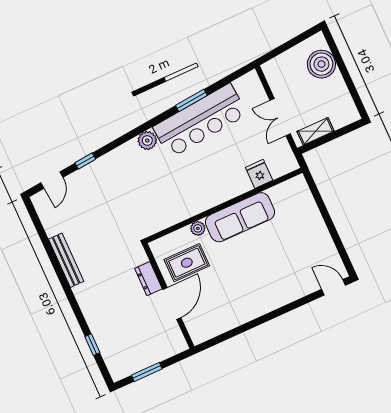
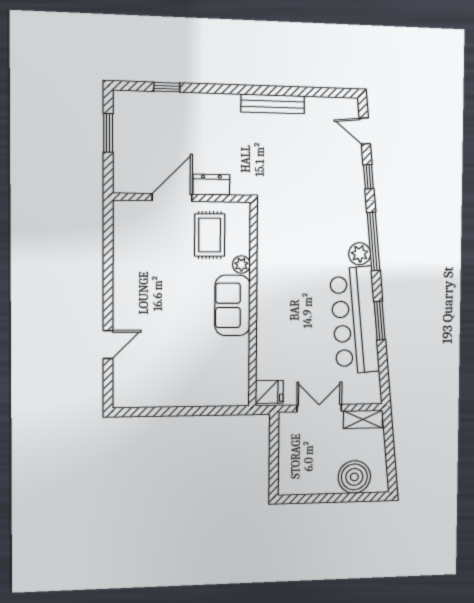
shelving: (316, 131) -> (363, 419), moved, turned 90
window: (133, 134) -> (373, 241), added
fridge: (259, 174) -> (269, 392), moved
sofa: (240, 217) -> (232, 305), width x0.73
door: (333, 287) -> (108, 344), moved
door: (172, 303) -> (172, 198), swing flipped

